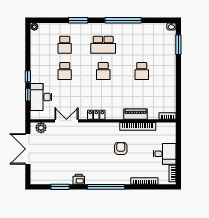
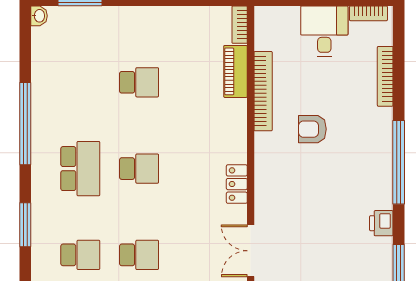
piano: (136, 114) -> (236, 71), moved

